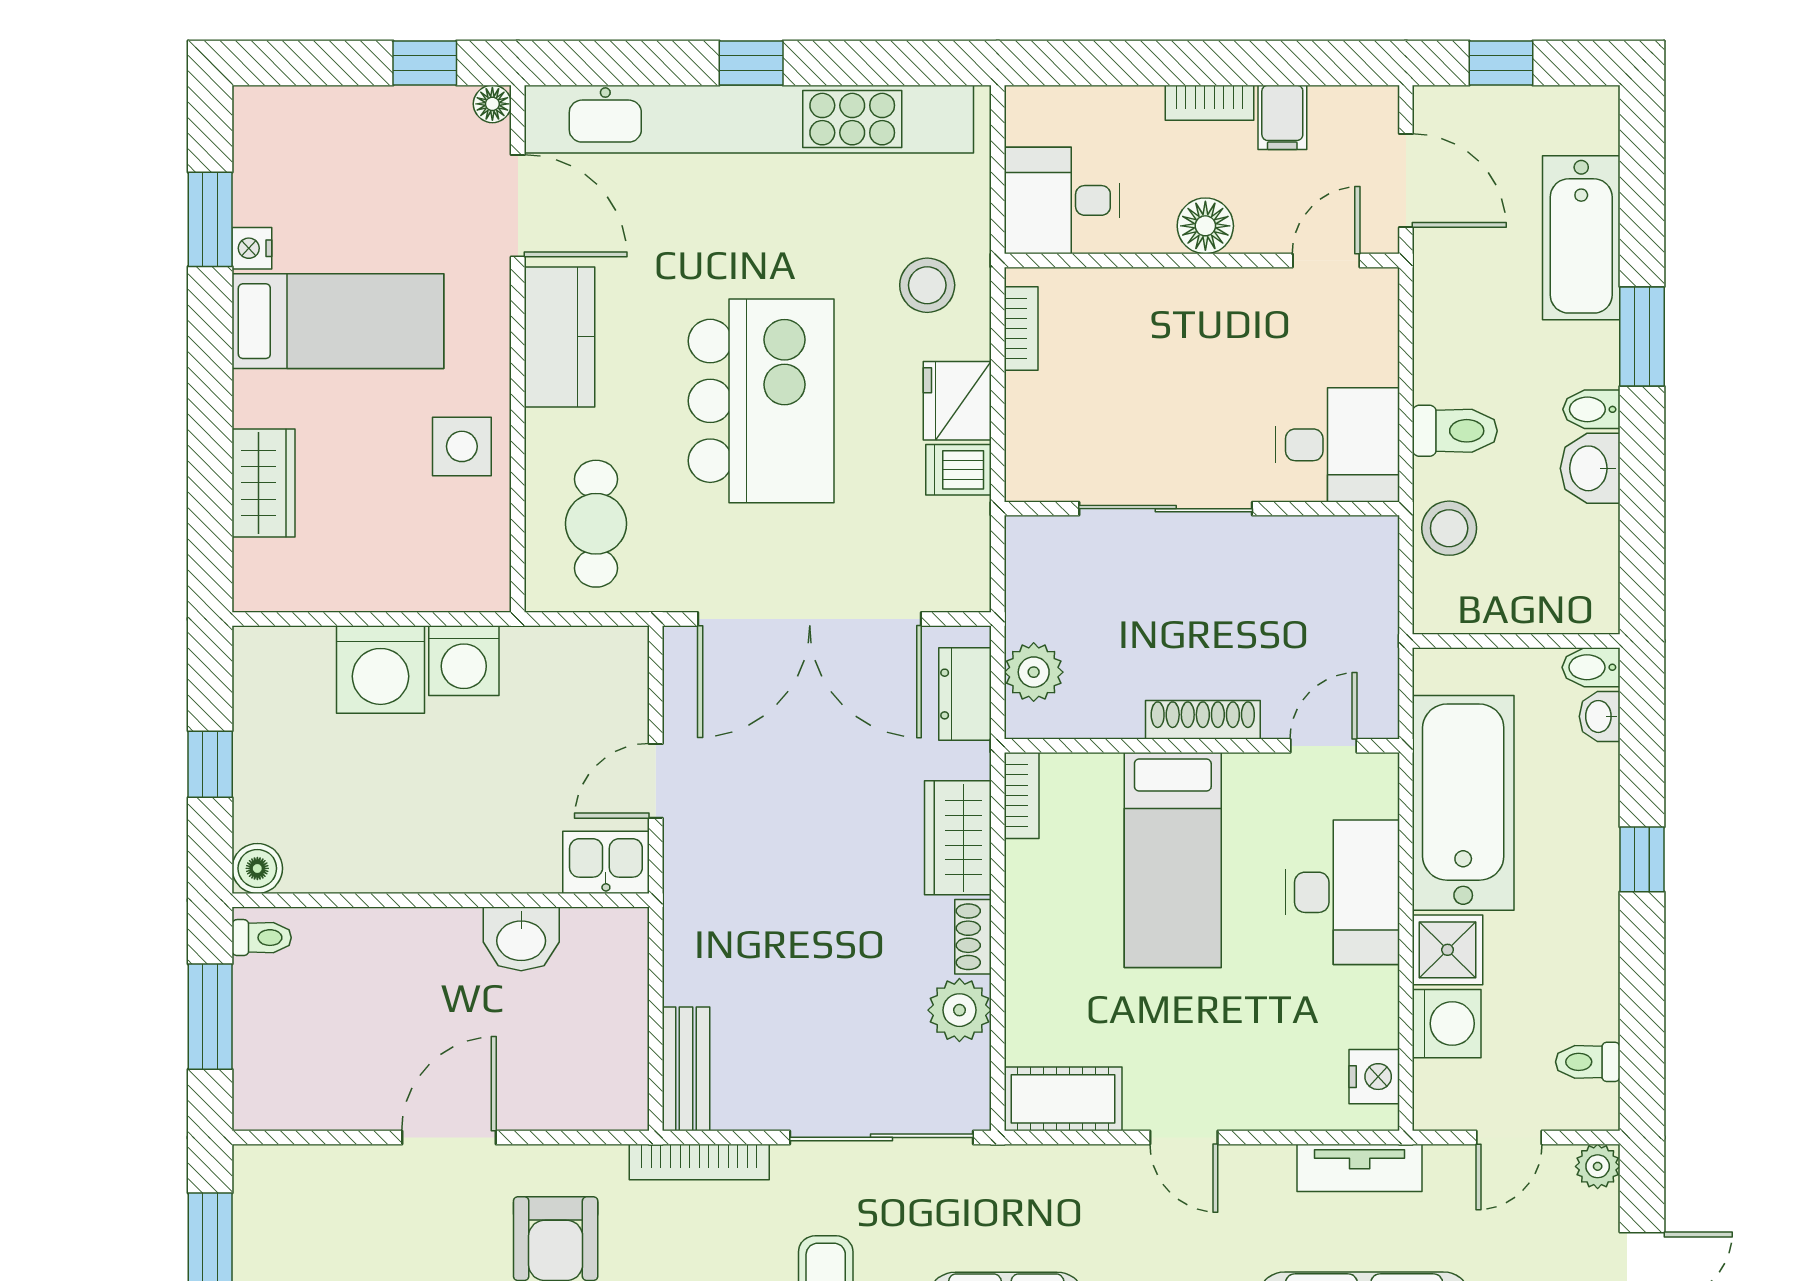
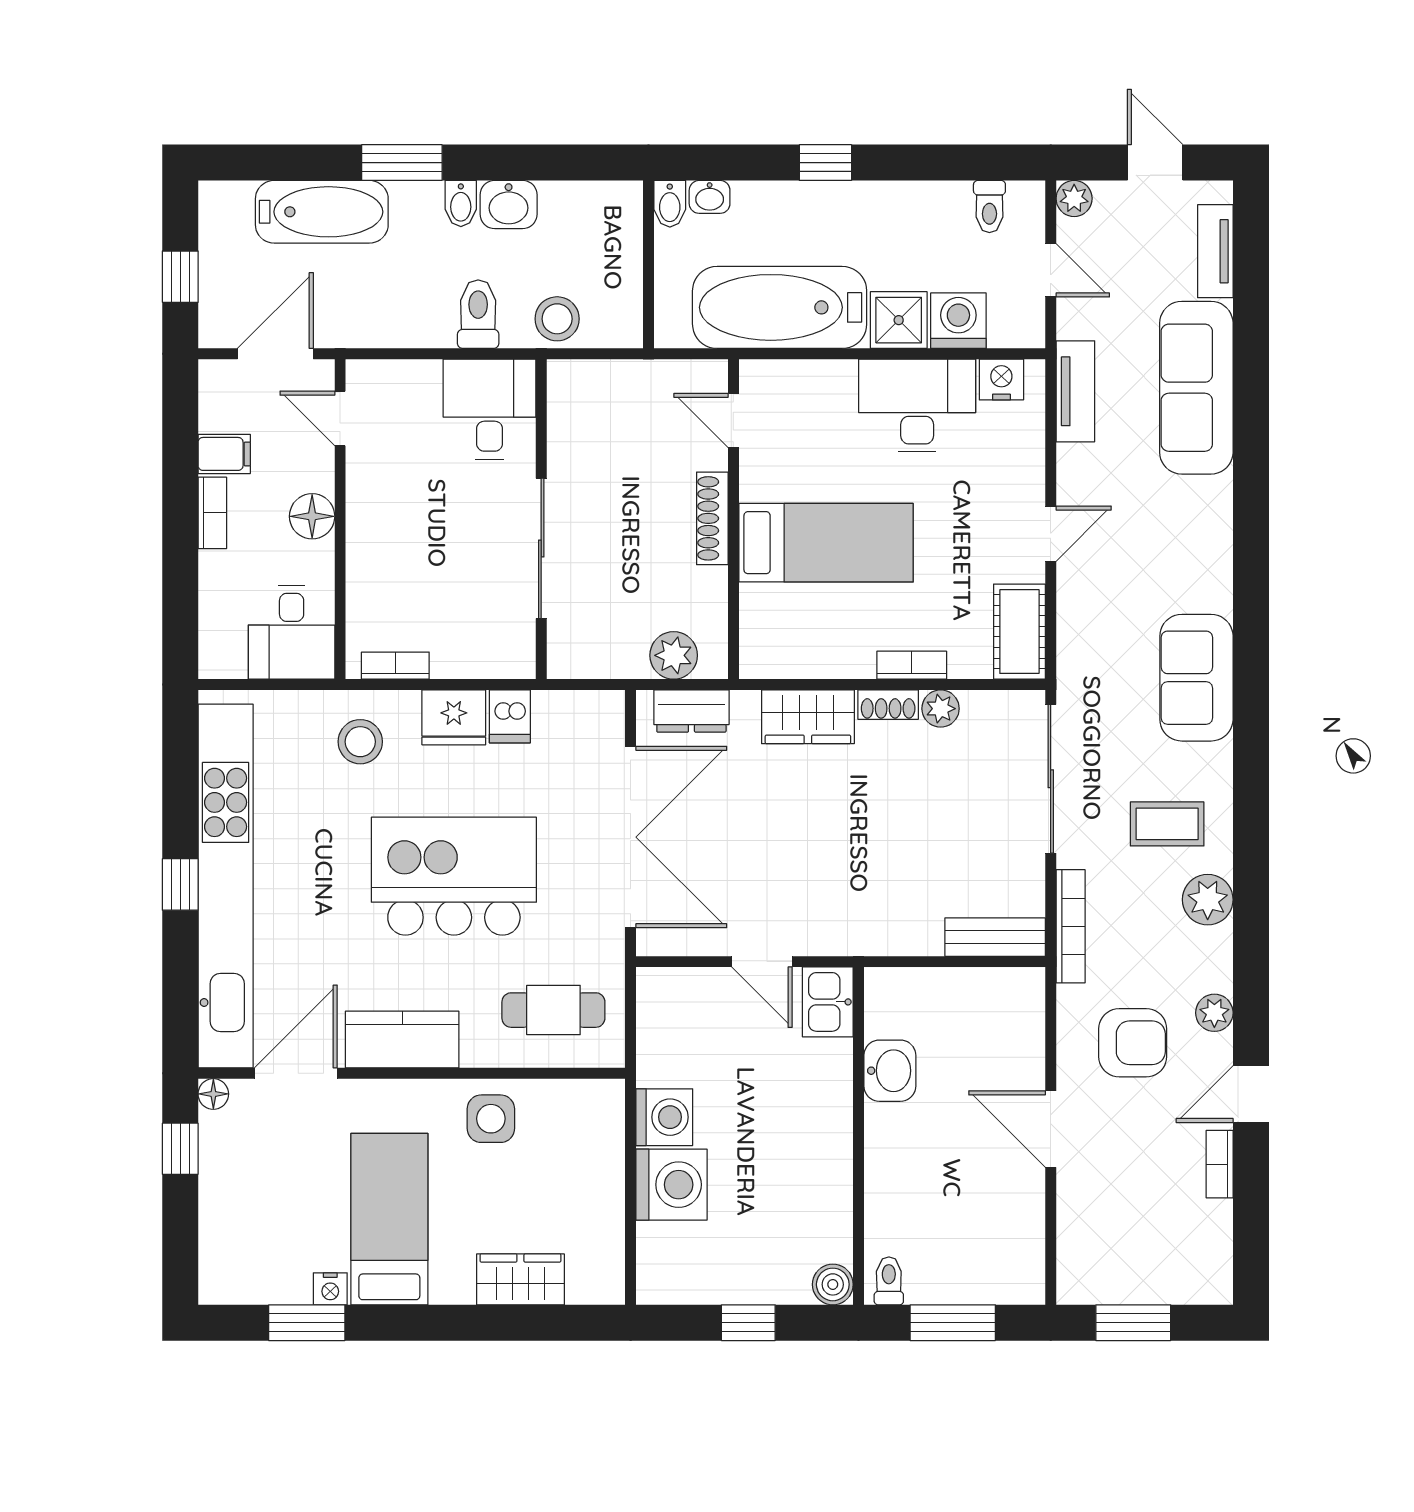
bookcase: (1022, 796) -> (912, 665), moved
desk: (1342, 892) -> (917, 405), moved
plant: (959, 1010) -> (941, 709), width x0.73, depth x0.73

